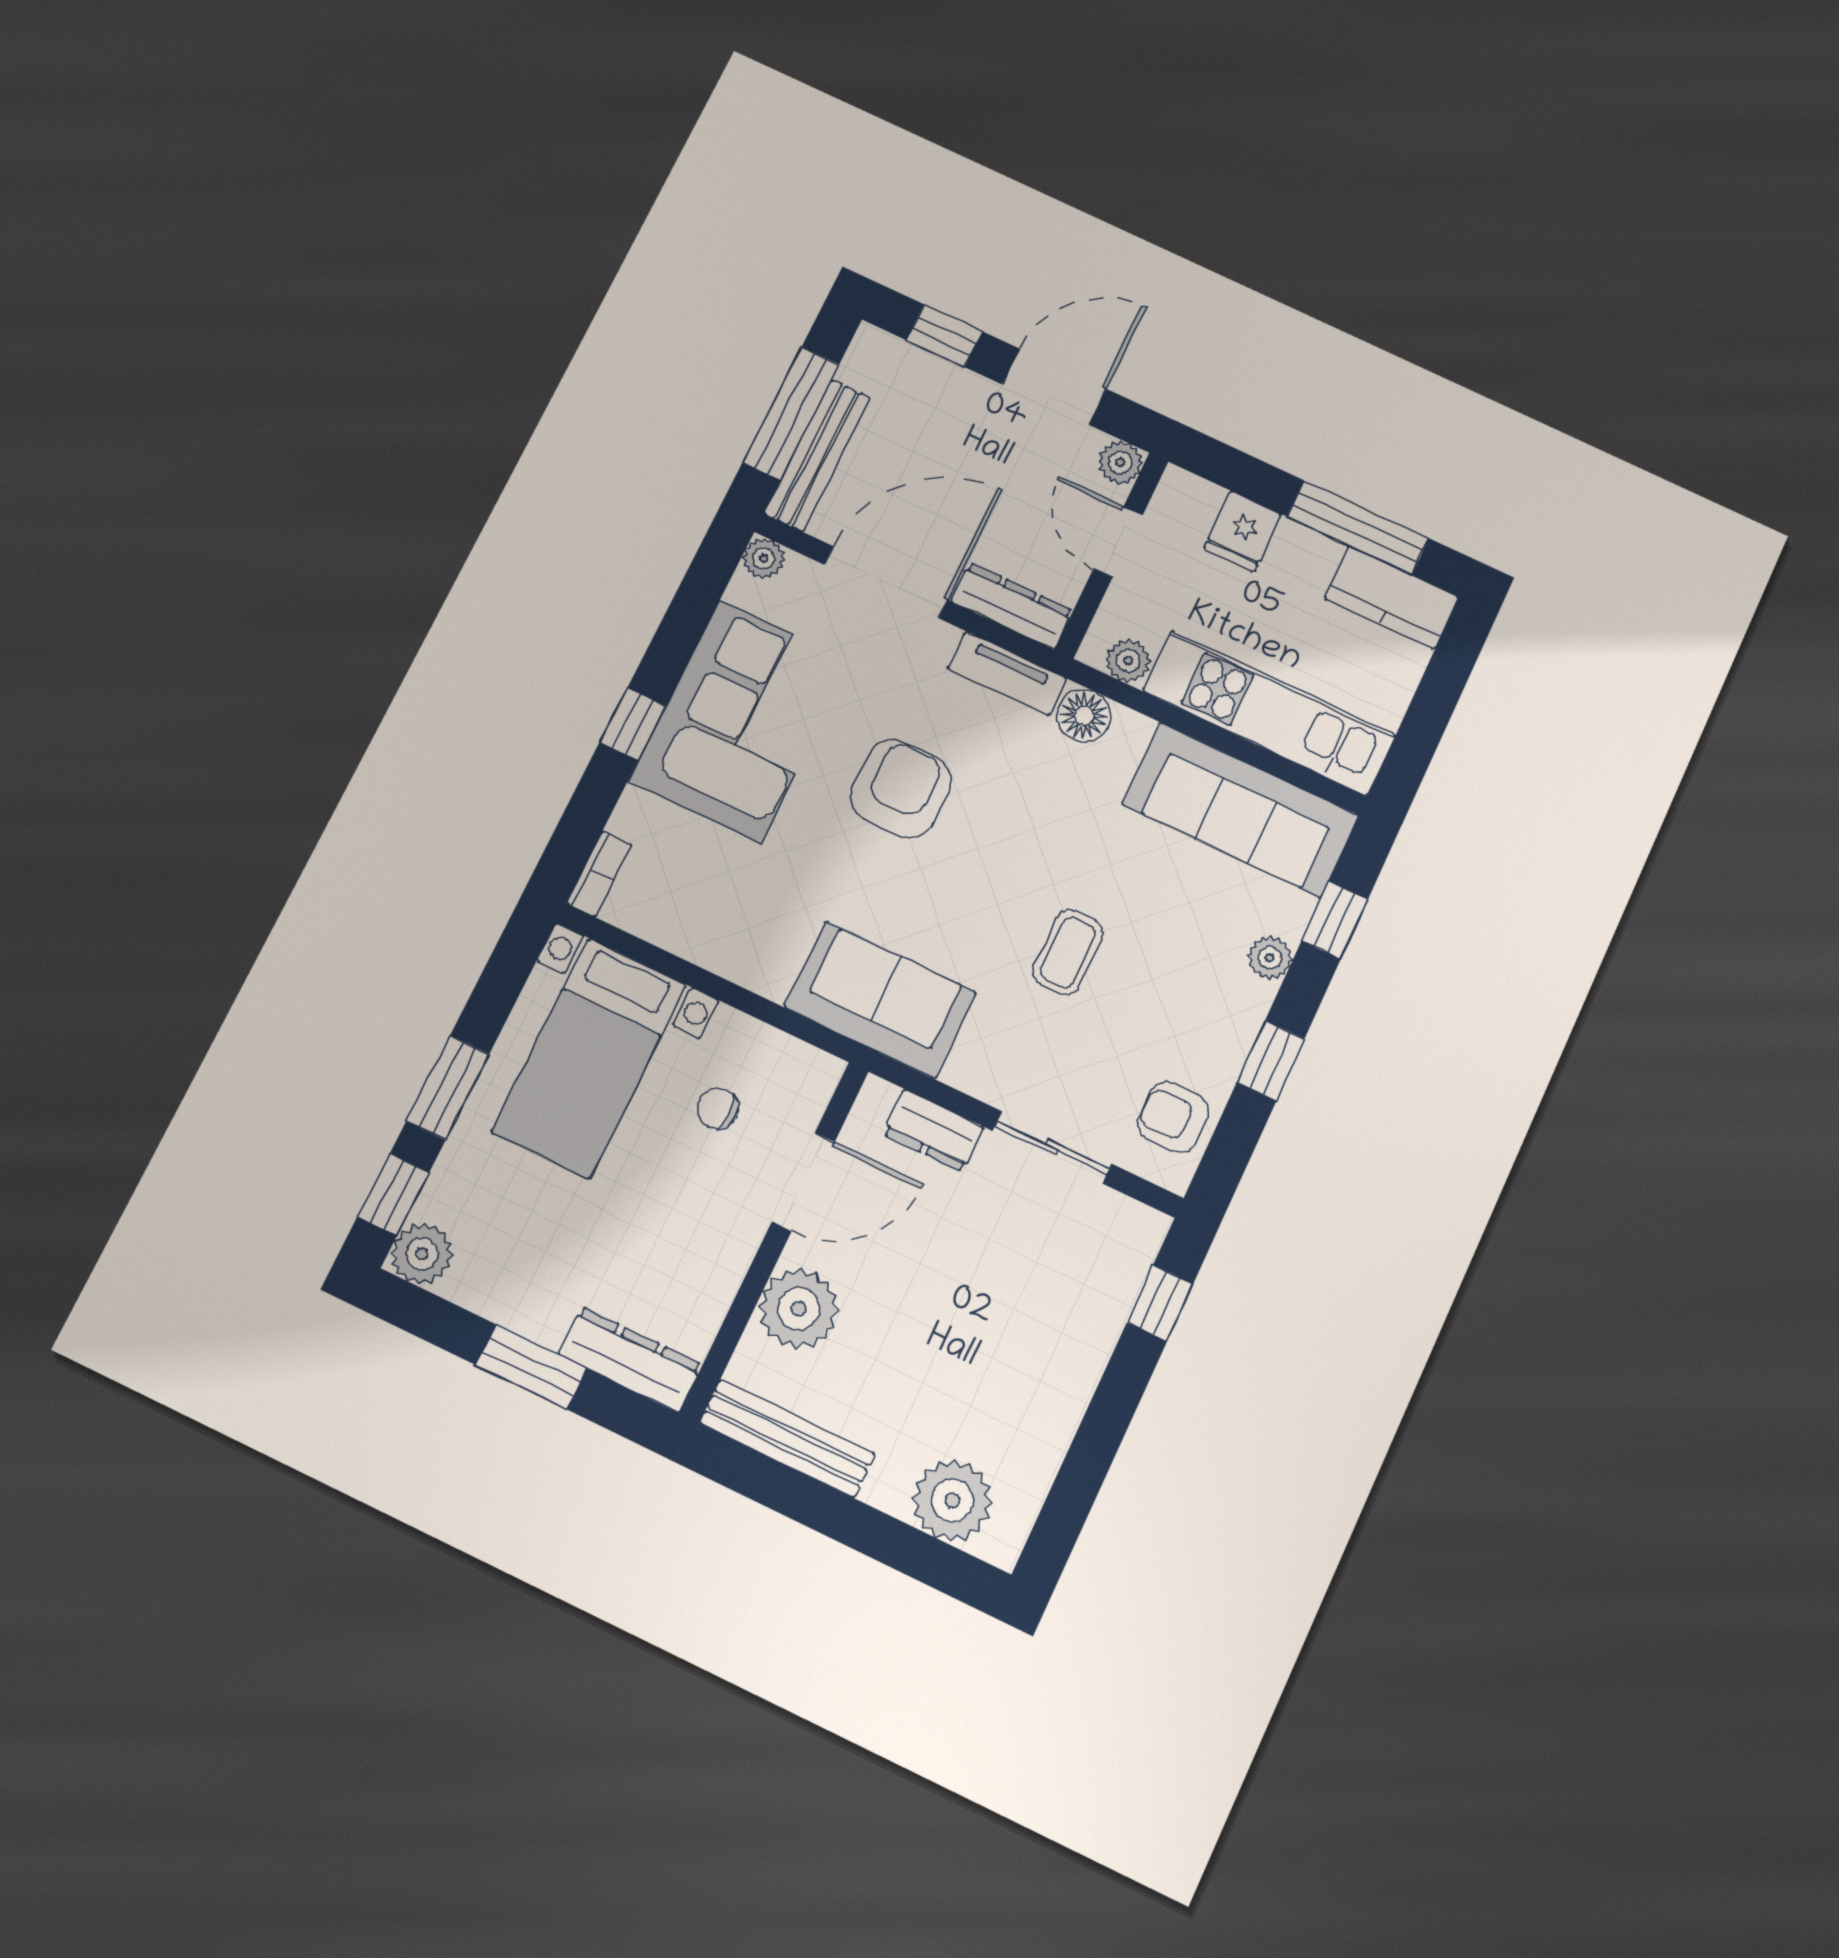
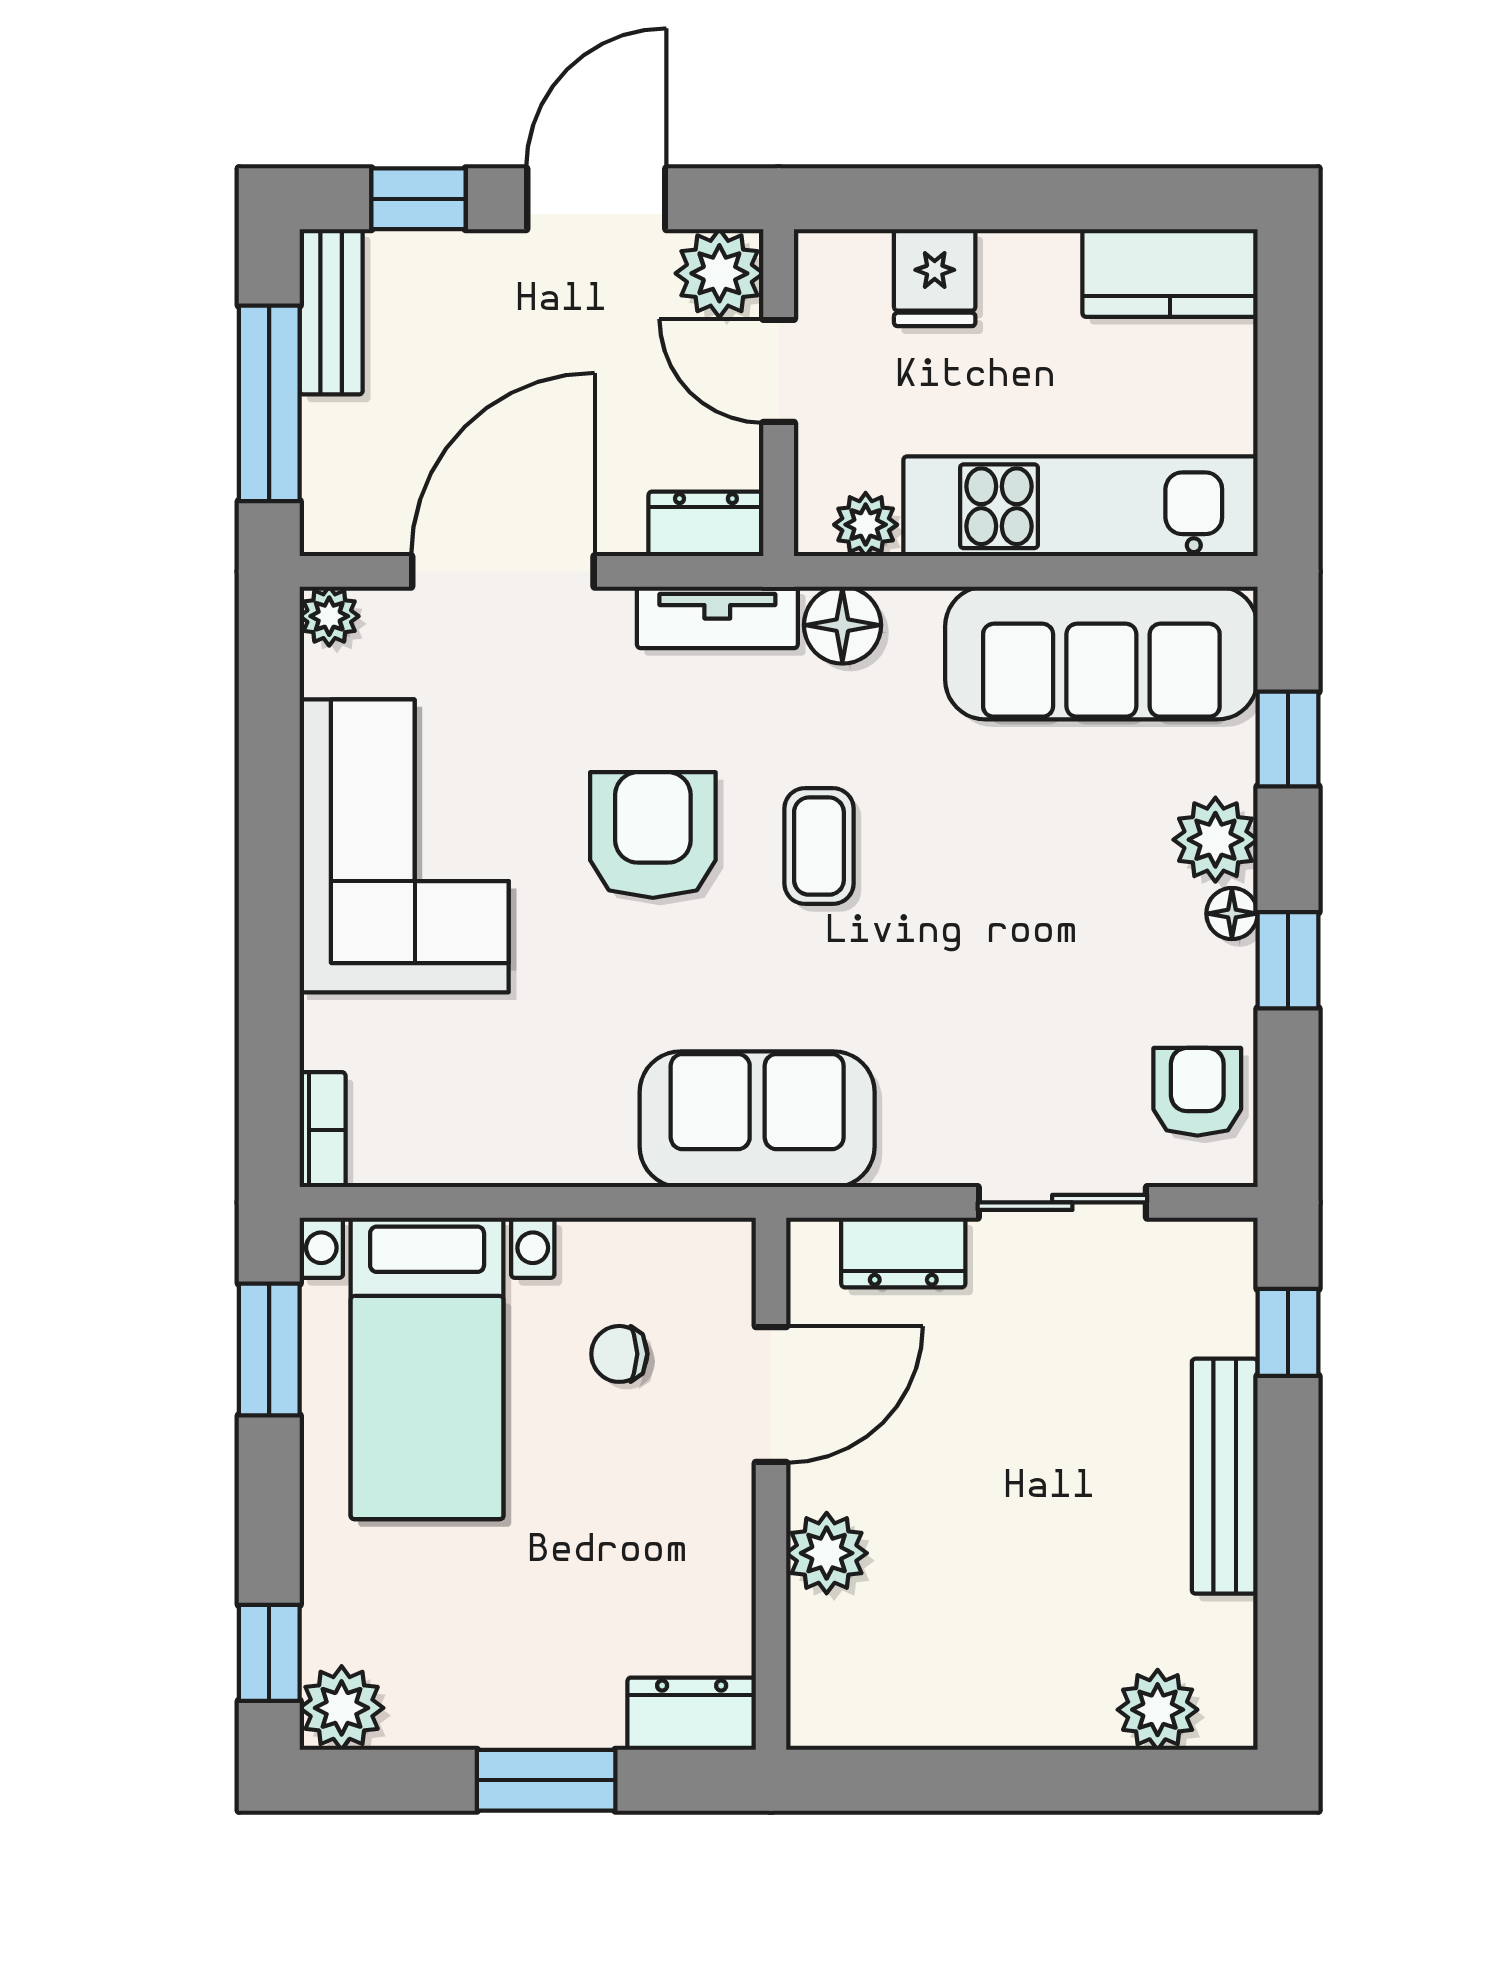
bench: (817, 455) -> (331, 312), moved, width x0.73
plant: (1120, 463) -> (719, 273), width x1.38, depth x1.38
window: (1358, 527) -> (1083, 199), removed
dresser: (1012, 606) -> (706, 524), width x0.70
window: (633, 724) -> (269, 916), removed
coffee table: (1068, 952) -> (819, 846), moved
plant: (1270, 958) -> (1215, 840), width x1.38, depth x1.38
floor lamp: (1248, 1014) -> (1232, 914), added
window: (448, 1088) -> (269, 1349), moved
armchair: (1173, 1117) -> (1197, 1092), turned 90
plant: (799, 1309) -> (827, 1553), width x0.73, depth x0.73
dresser: (630, 1360) -> (692, 1714), width x0.70
bench: (787, 1438) -> (1225, 1476), moved, turned 90
plant: (952, 1500) -> (1158, 1710), width x0.73, depth x0.73

